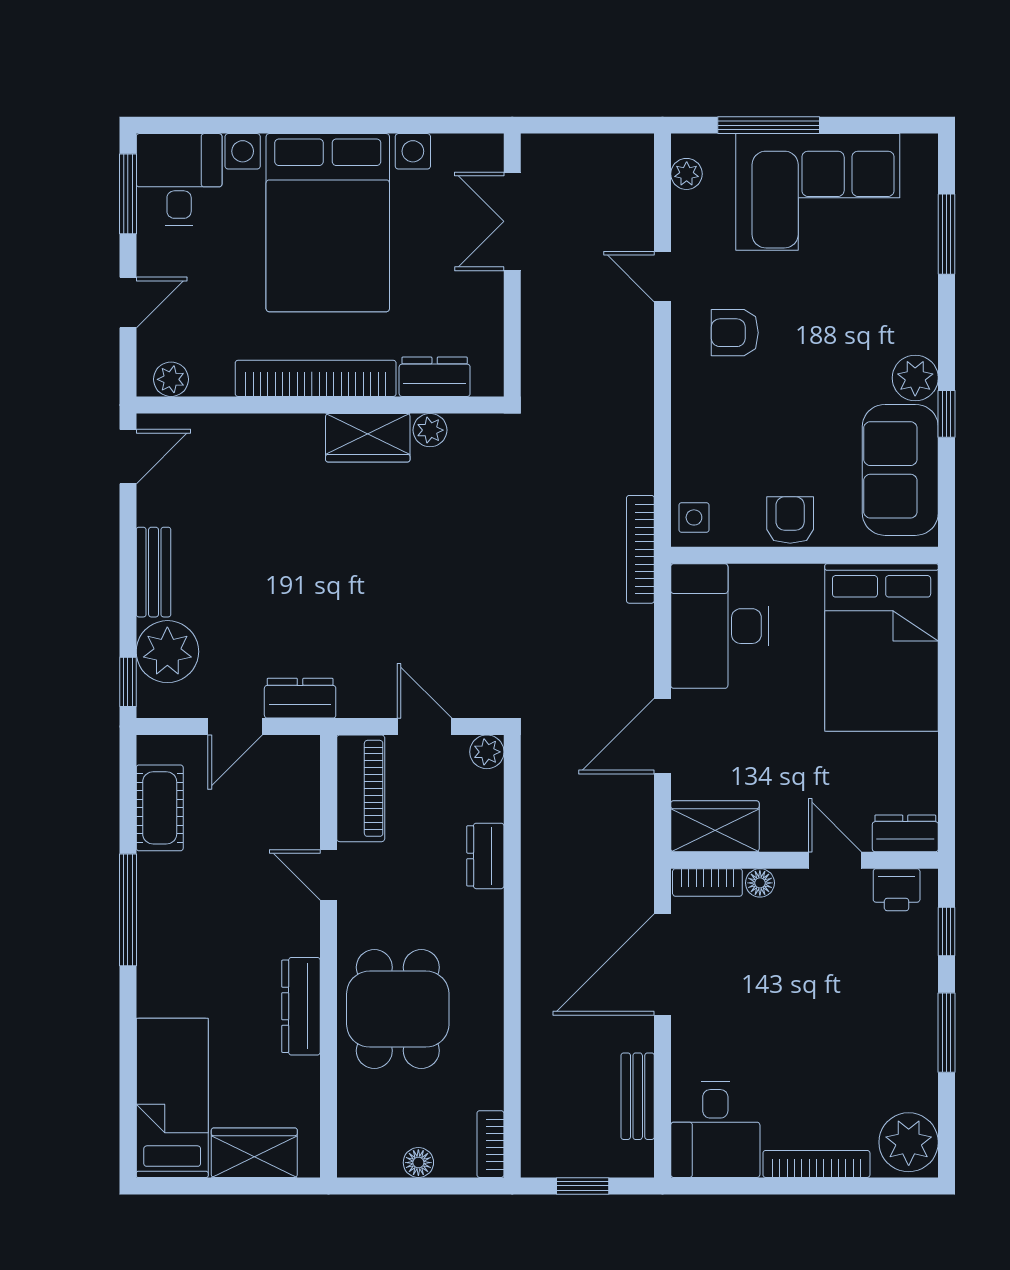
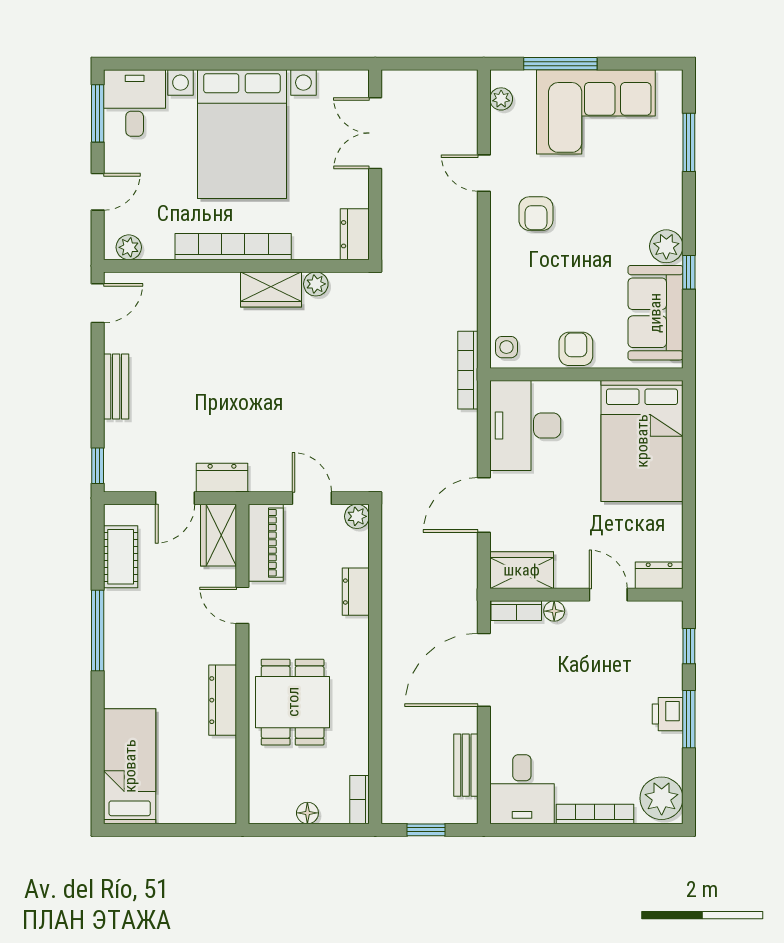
armchair: (735, 333) -> (536, 214), turned -90
dresser: (435, 377) -> (355, 234), moved, turned -90
plant: (167, 652) -> (126, 444), removed
printer: (897, 890) -> (668, 714), moved, turned 90
wardrobe: (254, 1153) -> (218, 535), moved, turned -90

